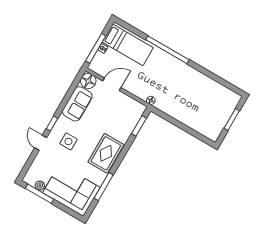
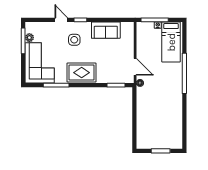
floor lamp: (88, 81) -> (127, 28), removed
door: (112, 84) -> (135, 67), moved
door: (41, 143) -> (61, 20), hinge flipped

